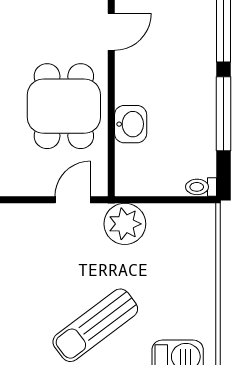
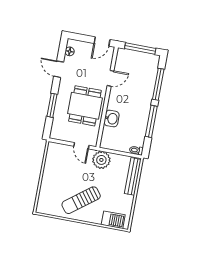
door: (73, 200) -> (81, 146), swing flipped
bench: (204, 248) -> (133, 176), added

